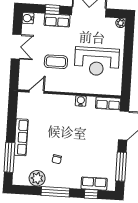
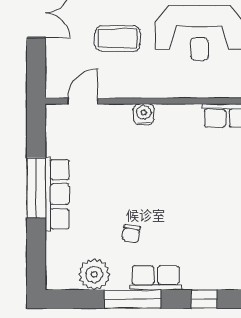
water cooler: (81, 101) -> (144, 114), moved
window: (9, 157) -> (36, 188), moved
row of seats: (94, 184) -> (156, 278), moved

